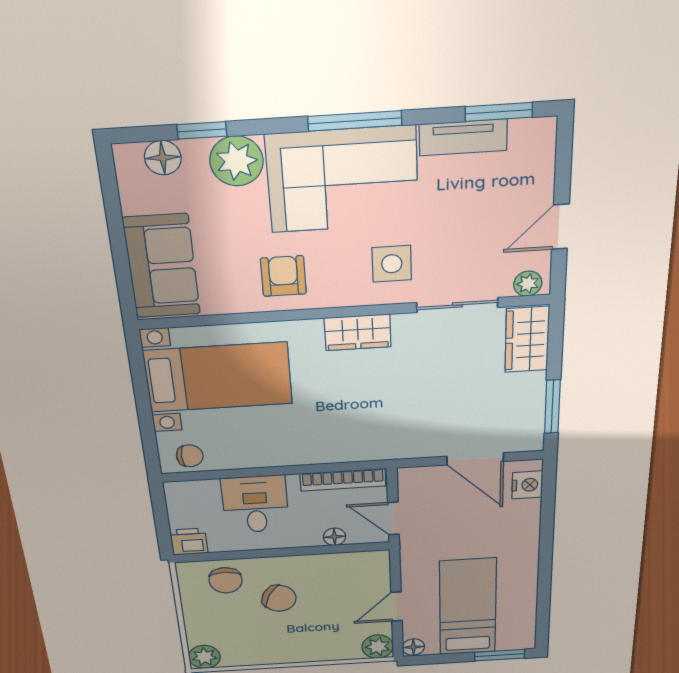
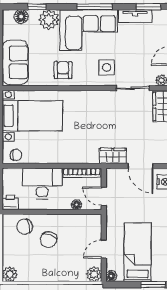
wardrobe: (358, 332) -> (113, 156), moved, turned 180
desk: (255, 504) -> (42, 184), width x1.37
chair: (226, 580) -> (25, 227), turned 76
chair: (279, 598) -> (49, 240), turned 81

